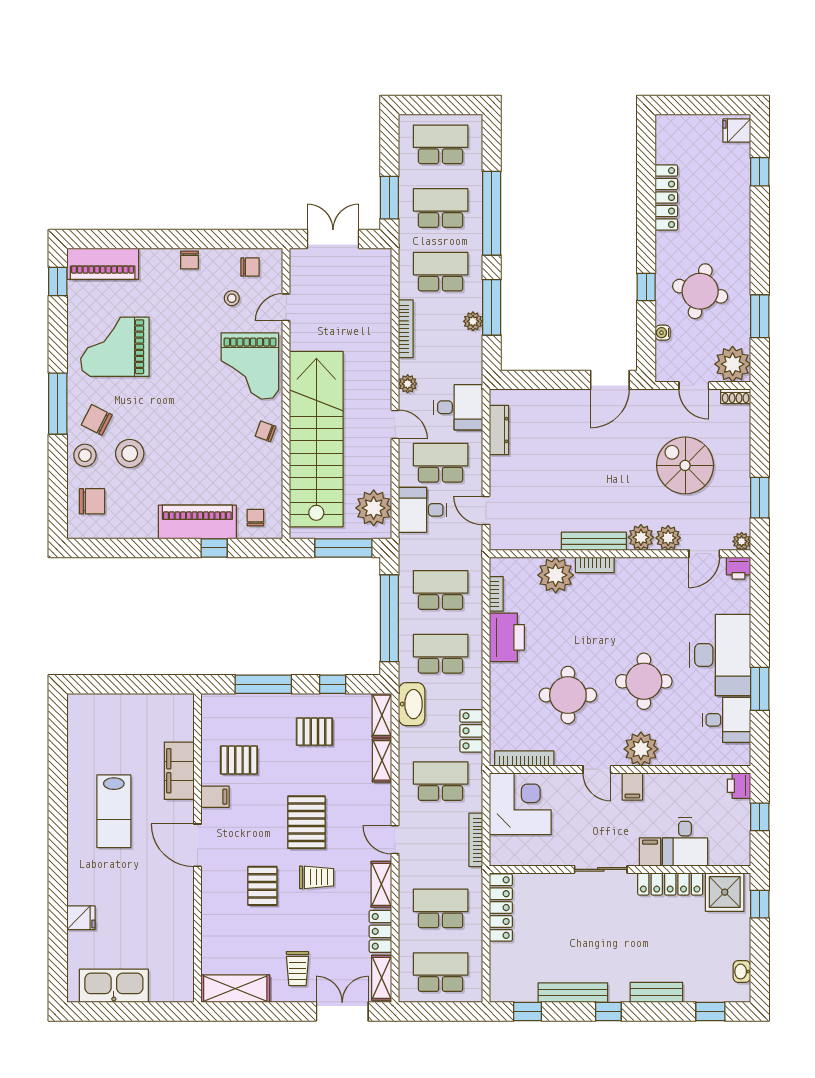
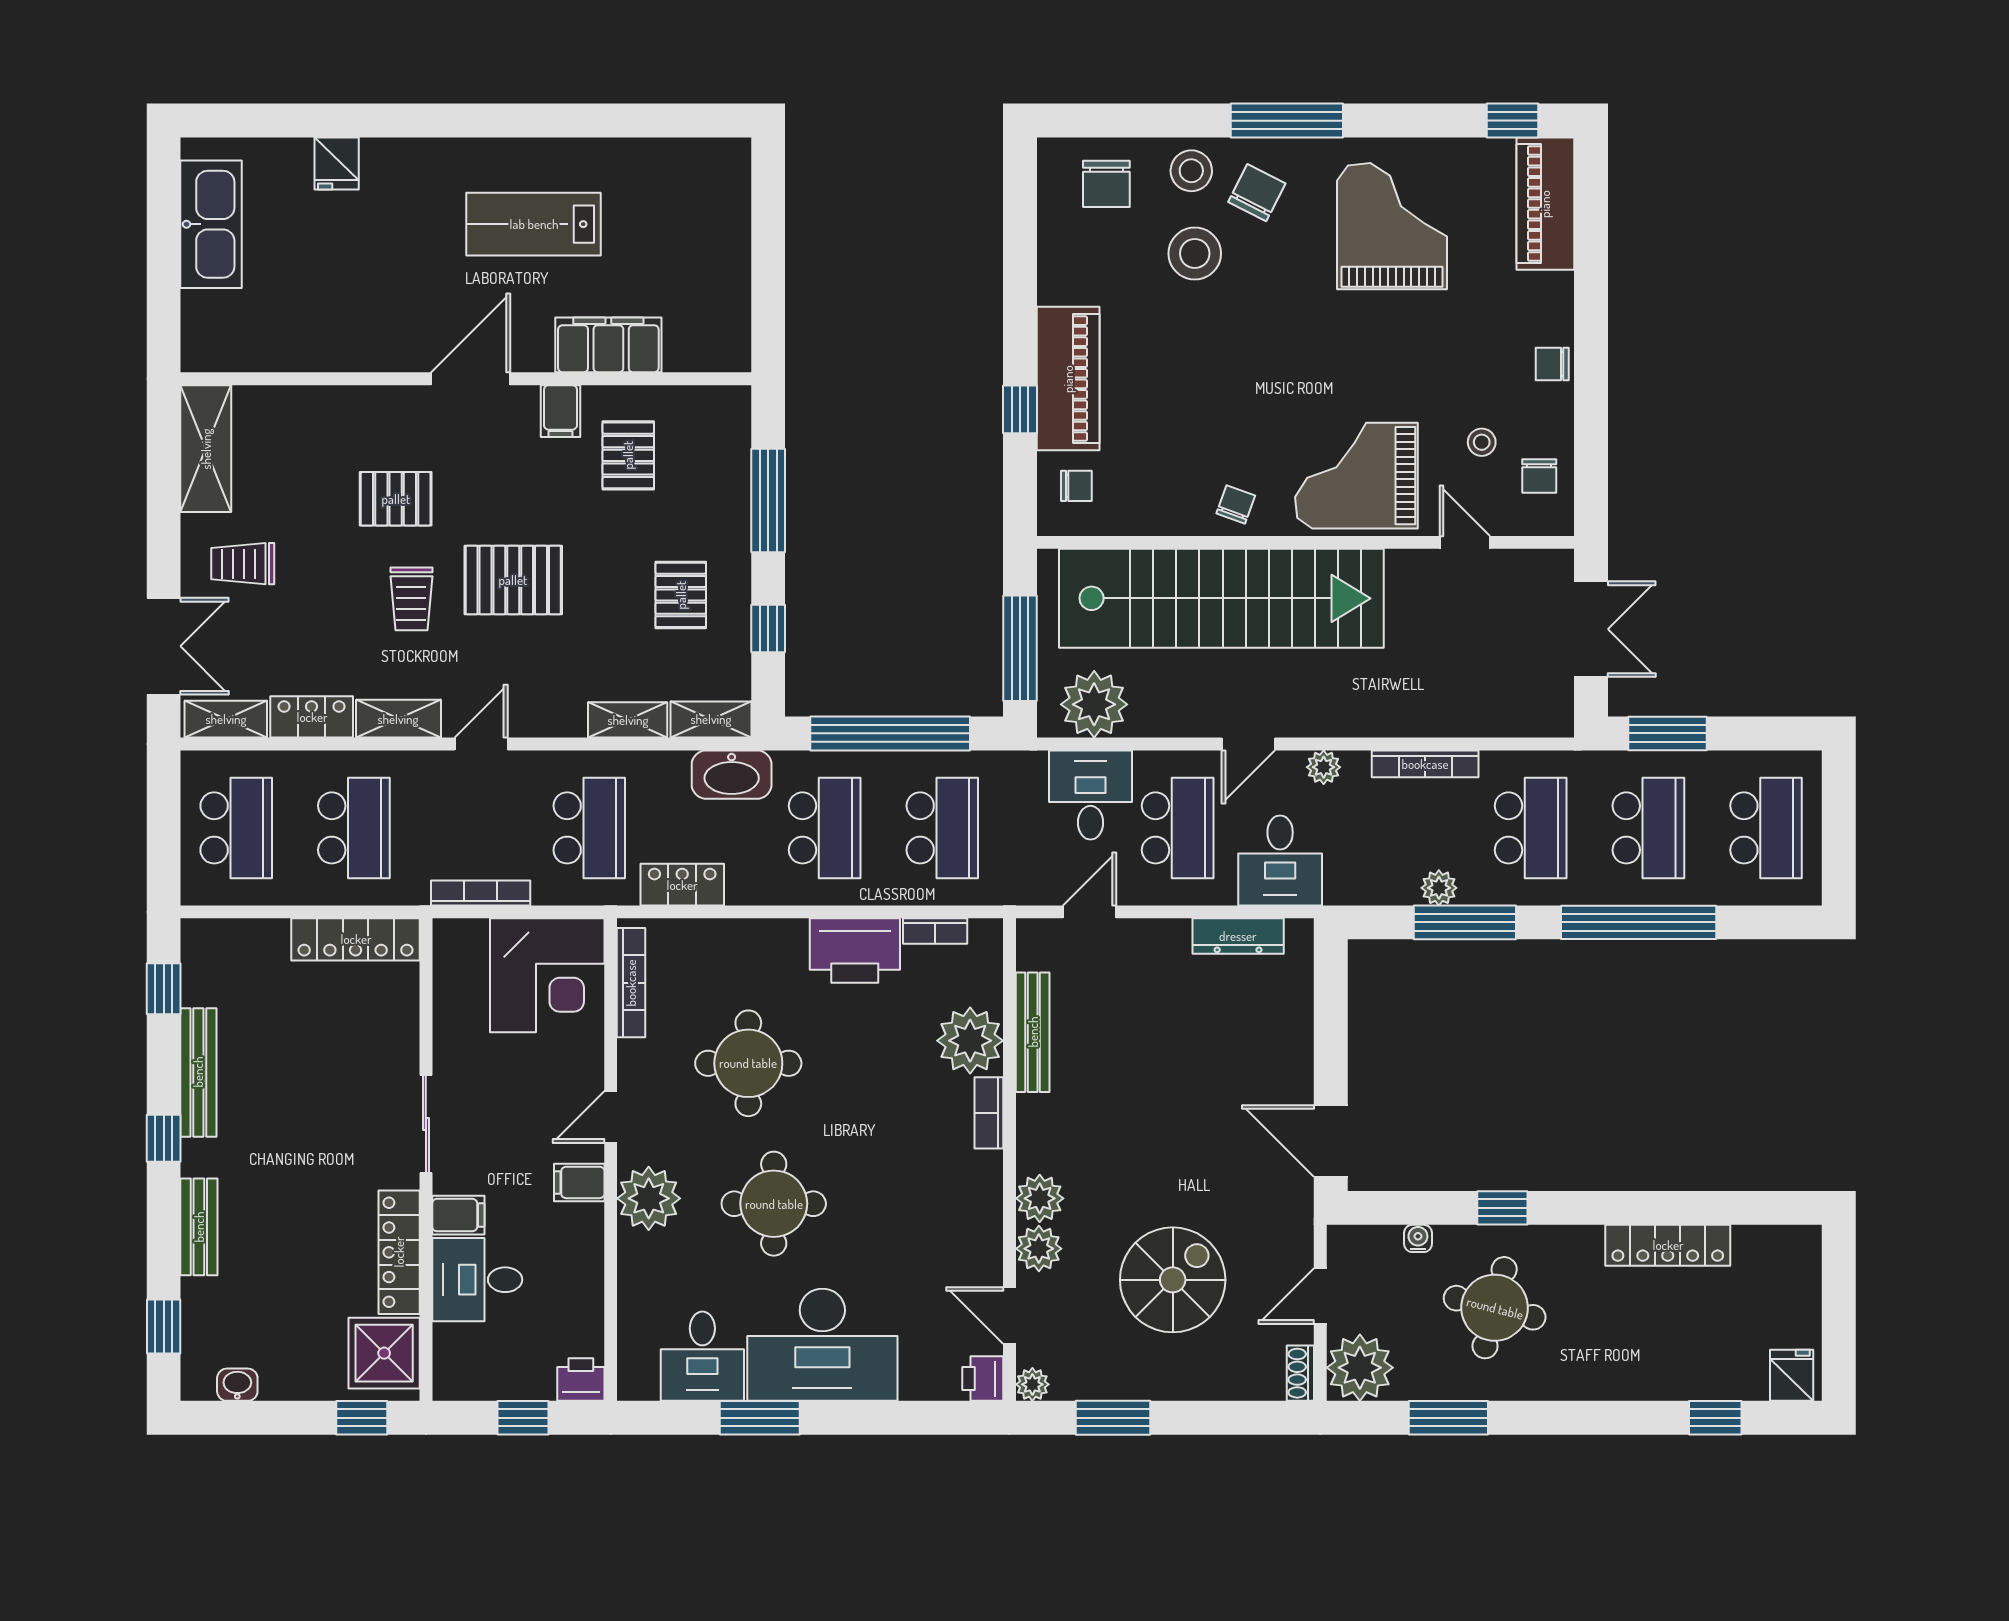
bench: (594, 541) -> (1033, 1032), moved

